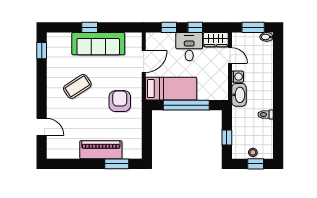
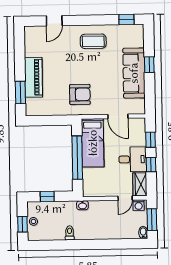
washing machine: (238, 77) -> (139, 205), moved
coffee table: (77, 86) -> (93, 41), moved, turned -57
washbasin: (239, 95) -> (82, 205), width x0.52, depth x0.69

